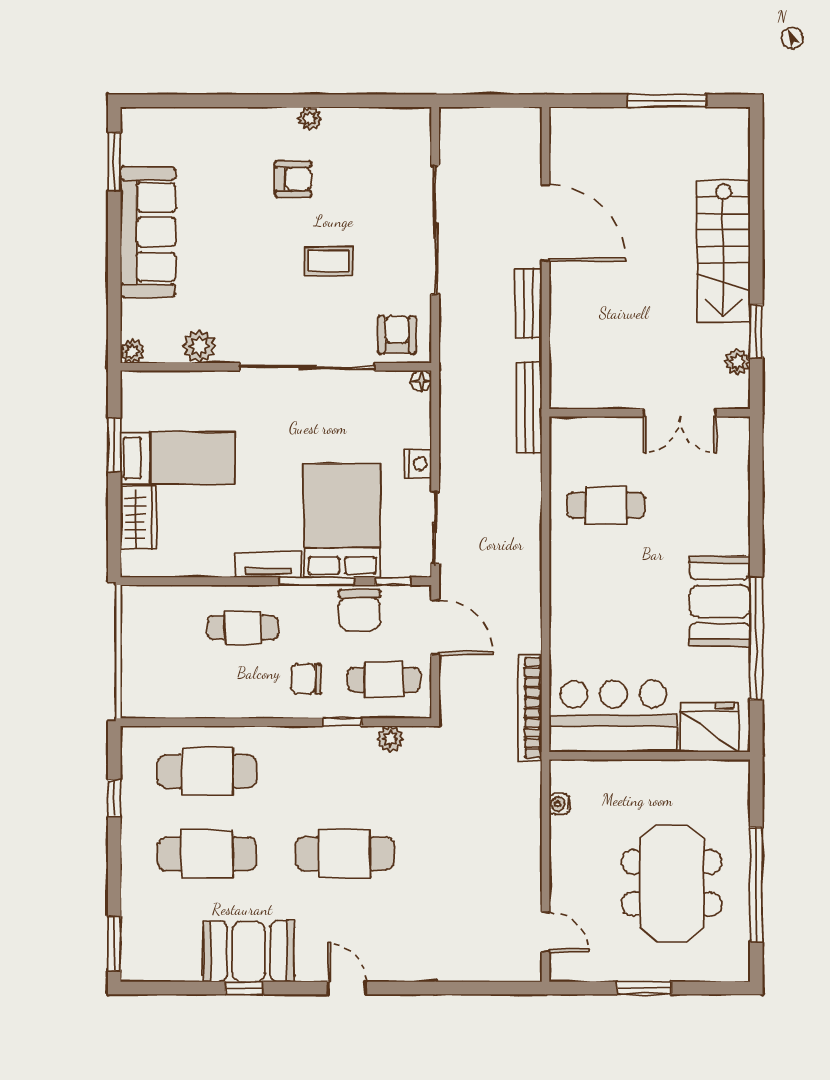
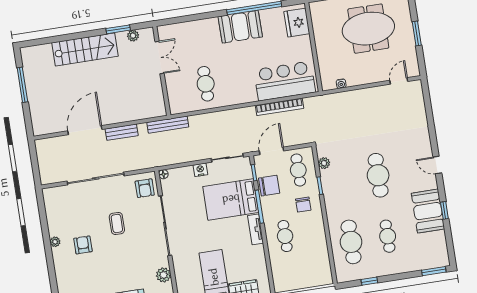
armchair: (397, 335) -> (145, 188), turned -90
bookcase: (530, 708) -> (279, 107), moved
bar counter: (613, 716) -> (285, 81), moved, turned 90
cafe table: (207, 854) -> (388, 236), width x0.73, depth x0.74
door: (347, 988) -> (437, 165), hinge flipped

